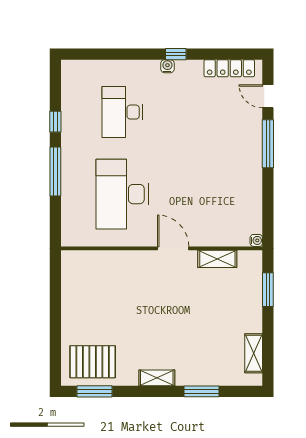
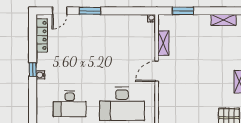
window: (268, 144) -> (90, 11), width x0.69

